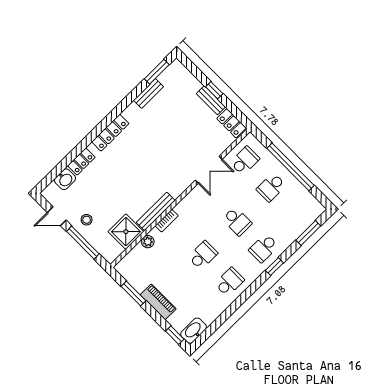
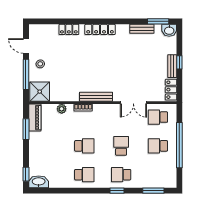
school desk: (245, 161) -> (158, 117), turned 180
washbasin: (65, 179) -> (169, 30), moved
bench: (156, 211) -> (96, 97), moved
school desk: (237, 221) -> (121, 146), turned 180
shower: (126, 232) -> (40, 92), moved
piano: (158, 302) -> (35, 118), moved

